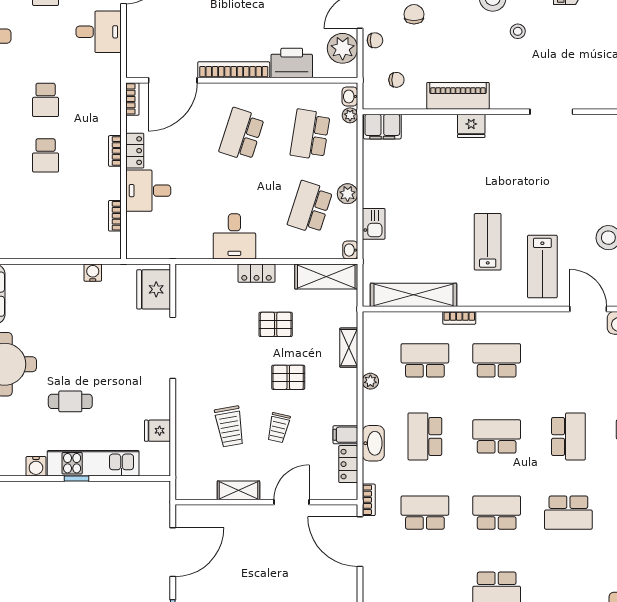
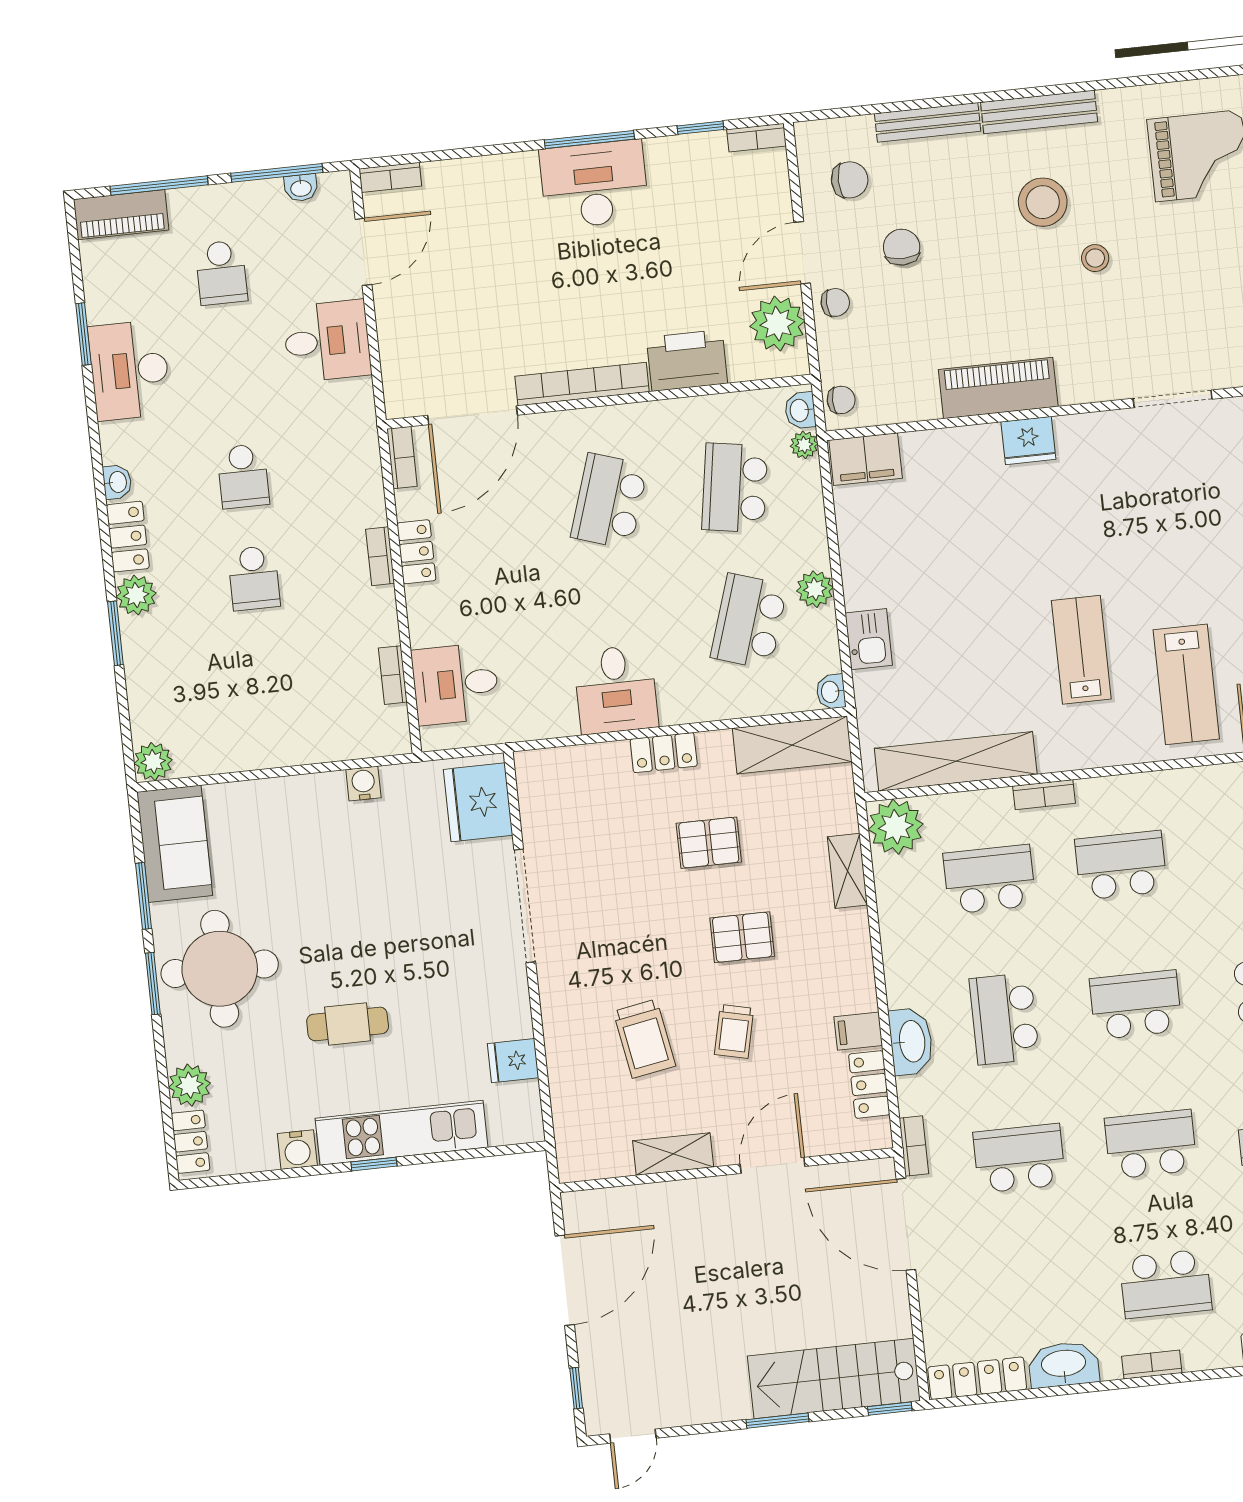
chair: (396, 80) -> (841, 400), moved
desk: (148, 191) -> (456, 684), moved
plant: (370, 381) -> (896, 827), moved, width x1.87, depth x1.87

